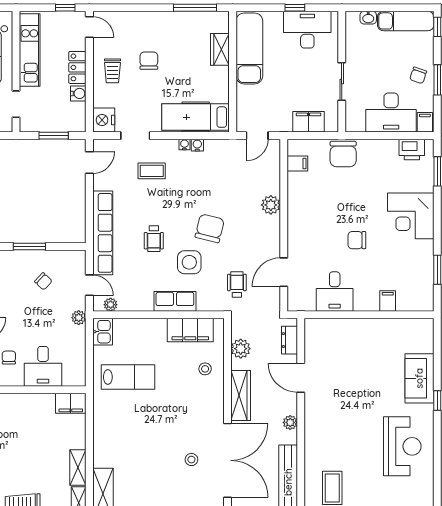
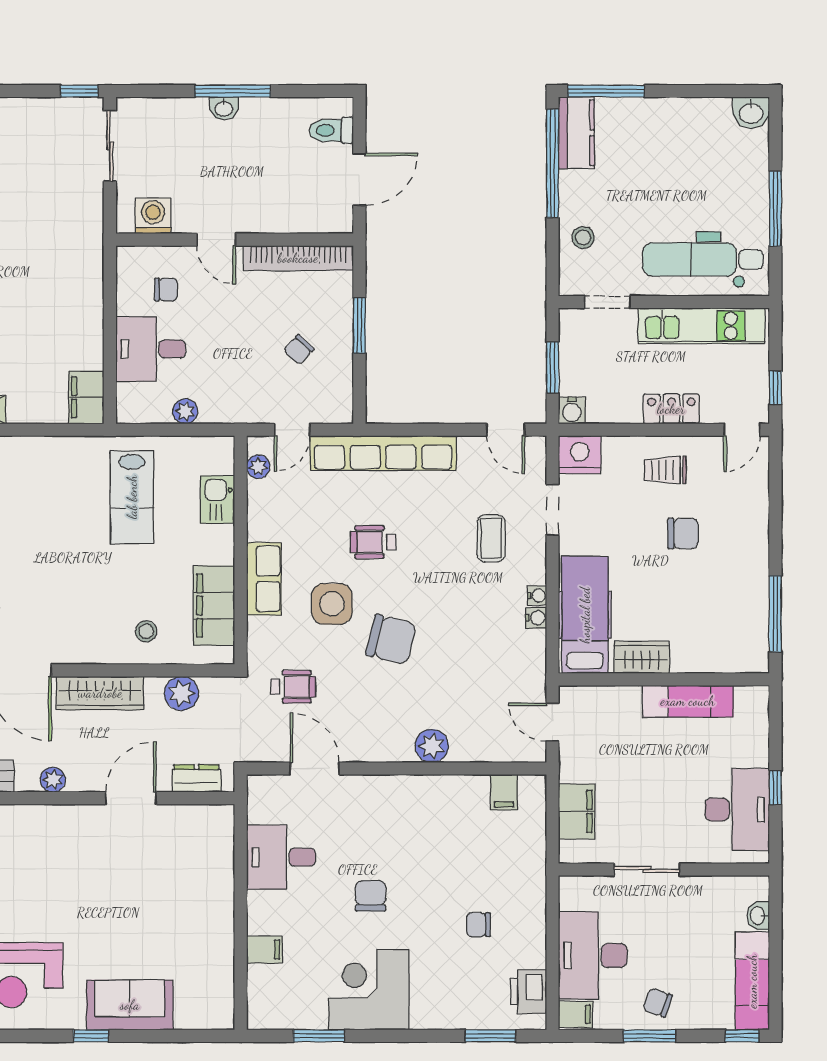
exam couch: (249, 48) -> (688, 701), width x0.73, depth x0.69
wardrobe: (220, 49) -> (642, 657), moved
water cooler: (78, 93) -> (572, 410), moved
chair: (343, 154) -> (478, 925), moved, width x0.54, depth x0.54
corner desk: (411, 216) -> (369, 990), moved
plant: (79, 318) -> (185, 411), moved
kitchen sink: (103, 332) -> (218, 499), moved, turned 90

